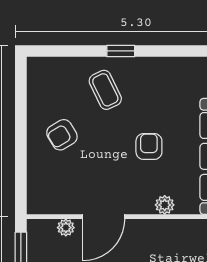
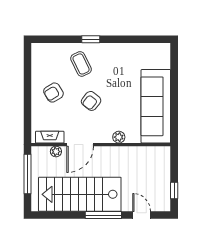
armchair: (149, 146) -> (91, 101), moved, turned -141
fireplace: (56, 205) -> (50, 137), added

